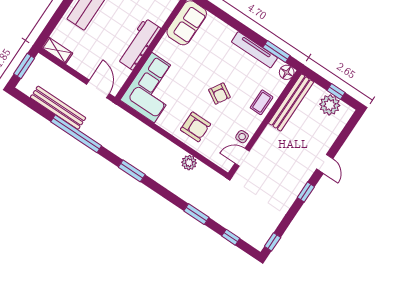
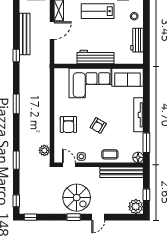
tv unit: (254, 50) -> (139, 115), moved
corner sofa: (153, 88) -> (90, 83), moved
door: (98, 89) -> (52, 31), moved
plant: (330, 105) -> (136, 207), moved
window: (76, 134) -> (16, 55), width x0.32
plant: (189, 163) -> (44, 150), moved
spiral stairs: (286, 174) -> (77, 198), added
window: (231, 237) -> (16, 201), moved

